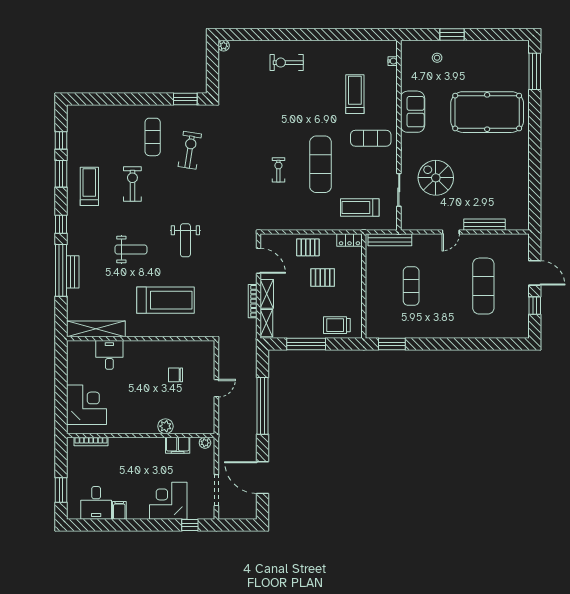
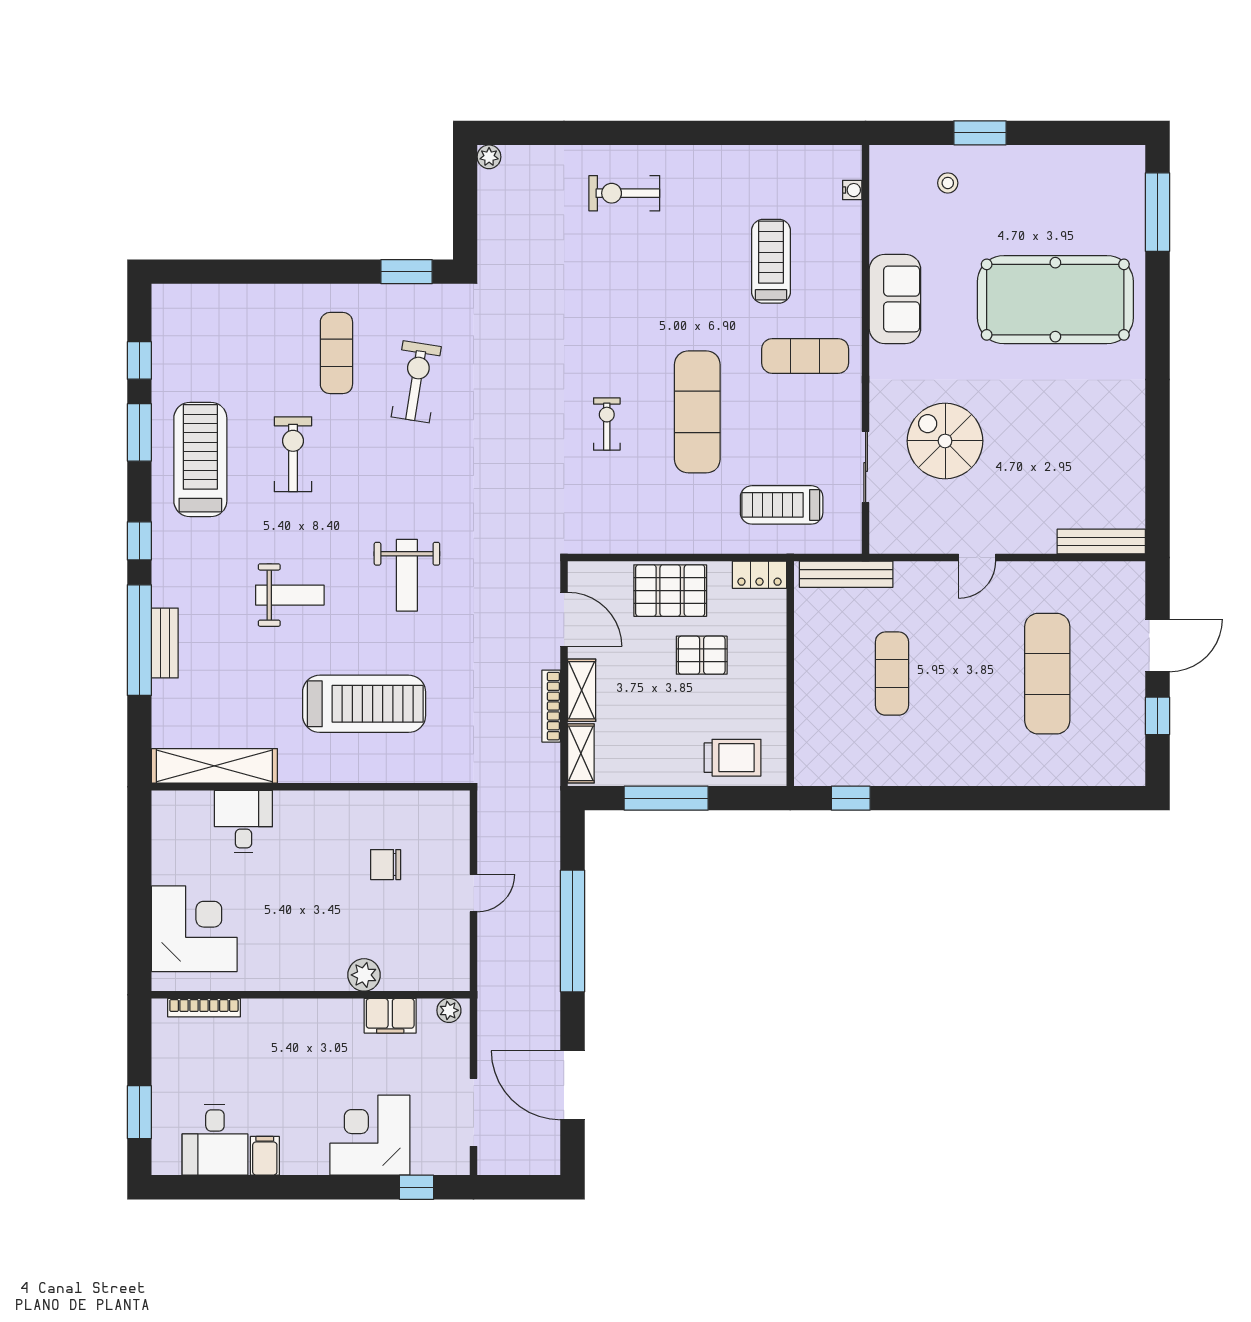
treadmill: (89, 186) -> (200, 459), width x1.37, depth x1.38
bench: (484, 225) -> (1101, 542), moved
pallet: (308, 247) -> (670, 591), width x1.50, depth x1.42
door: (535, 273) -> (1157, 645), hinge flipped
trolley: (337, 325) -> (733, 758), turned 180
window: (392, 344) -> (851, 798), width x0.67

